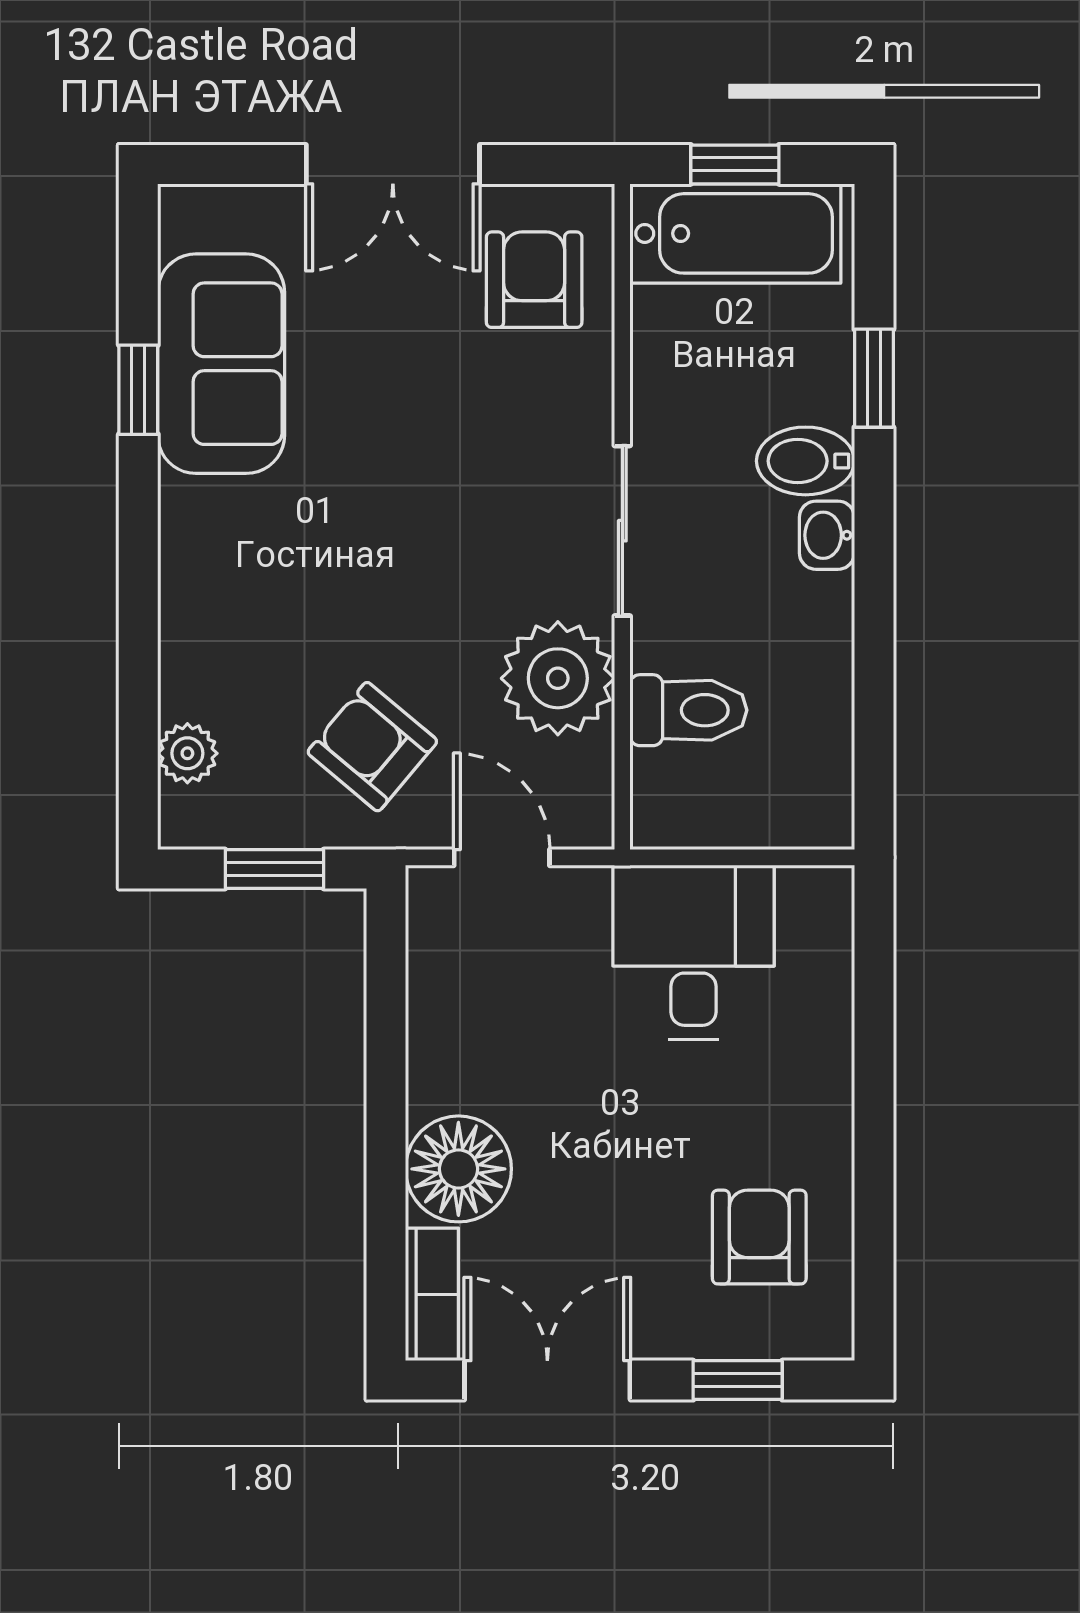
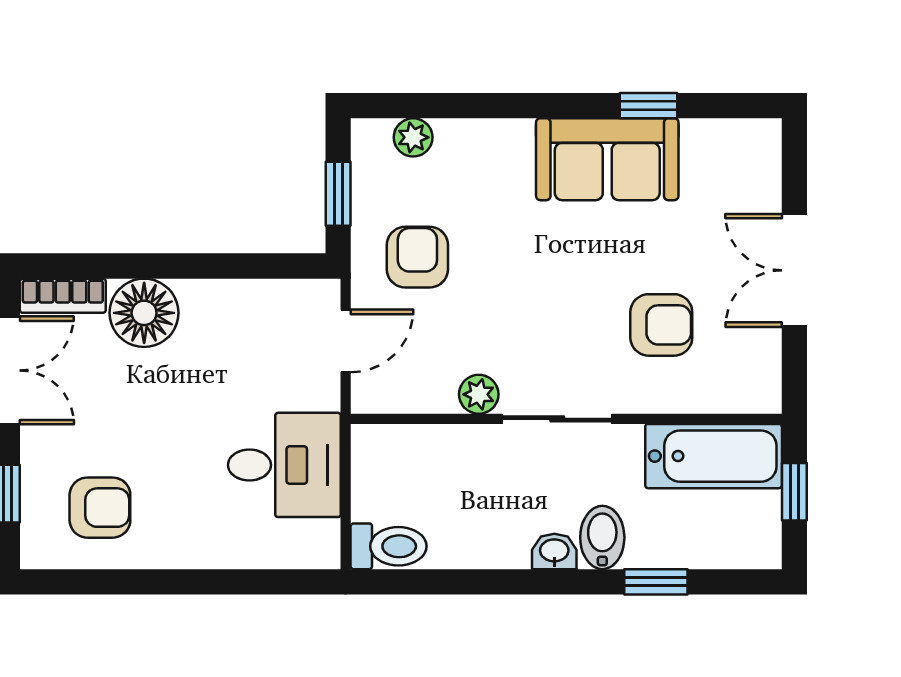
bathtub: (735, 233) -> (714, 456), moved, turned -90
armchair: (534, 280) -> (661, 325), moved
sofa: (221, 364) -> (607, 159), moved
plant: (558, 678) -> (479, 394), width x0.53, depth x0.53
toilet: (688, 710) -> (389, 546), moved, turned -90
armchair: (372, 747) -> (417, 257), turned -40

